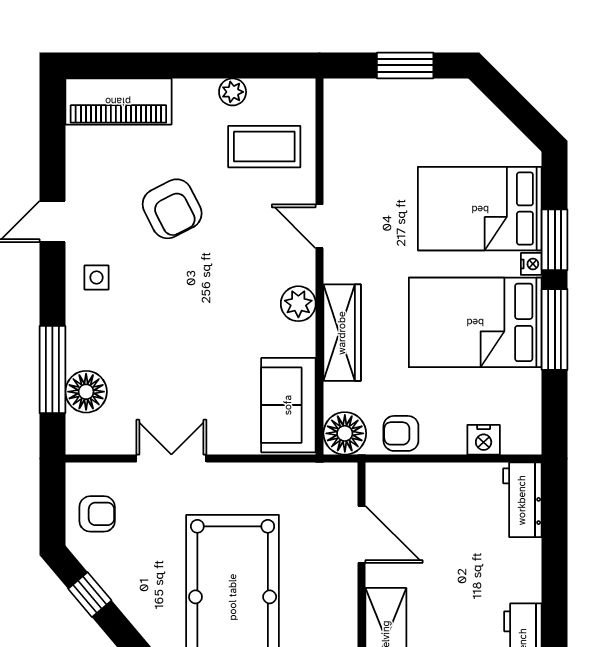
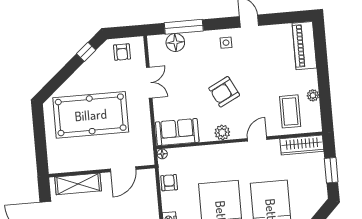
armchair: (172, 209) -> (224, 92), moved
wardrobe: (342, 333) -> (302, 145), moved
floor lamp: (345, 433) -> (162, 154), width x0.53, depth x0.53

